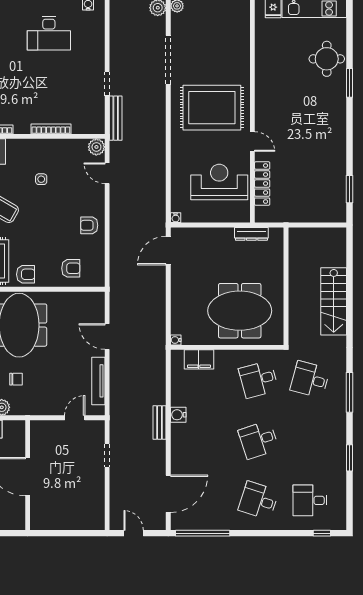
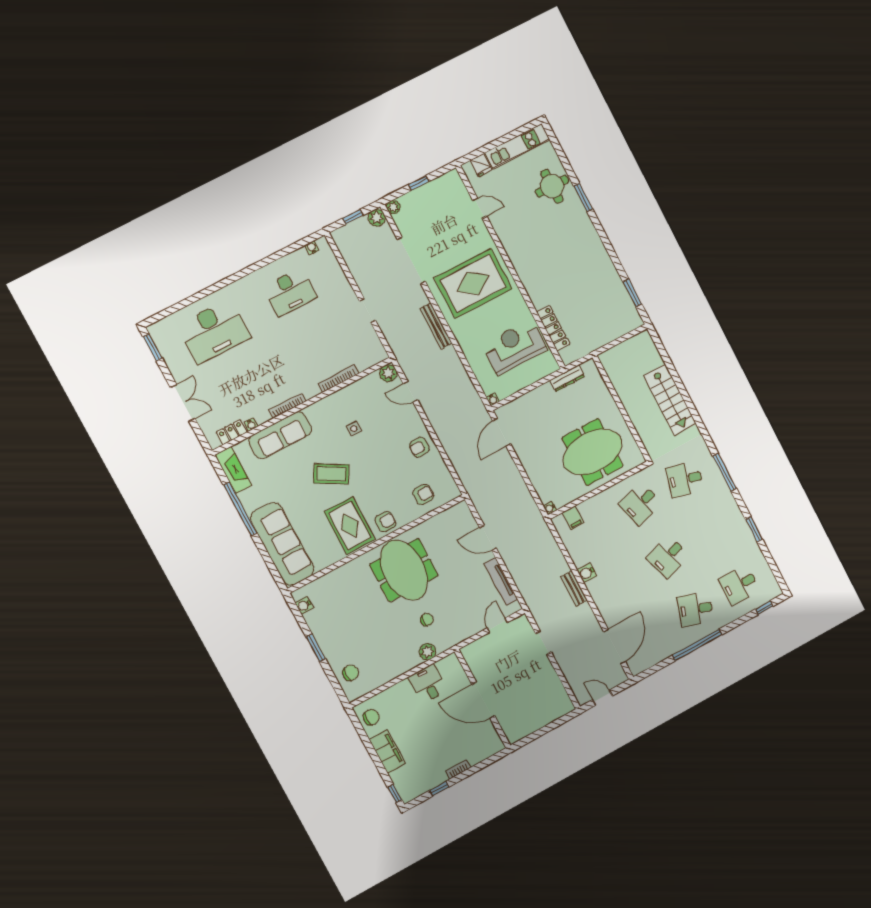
bench: (116, 118) -> (436, 326), moved
door: (252, 142) -> (480, 208), moved
filing cabinet: (199, 359) -> (573, 518), width x0.50
window: (203, 533) -> (697, 645), moved

